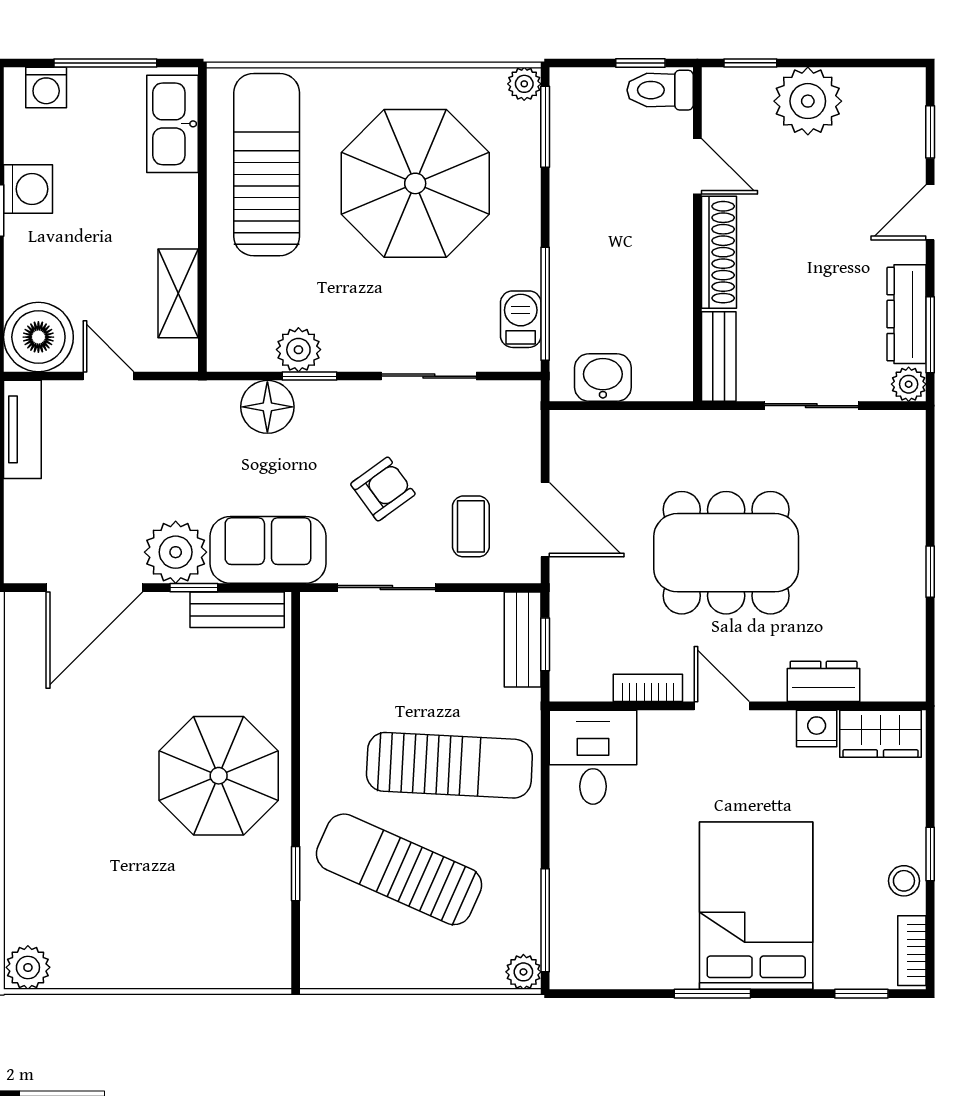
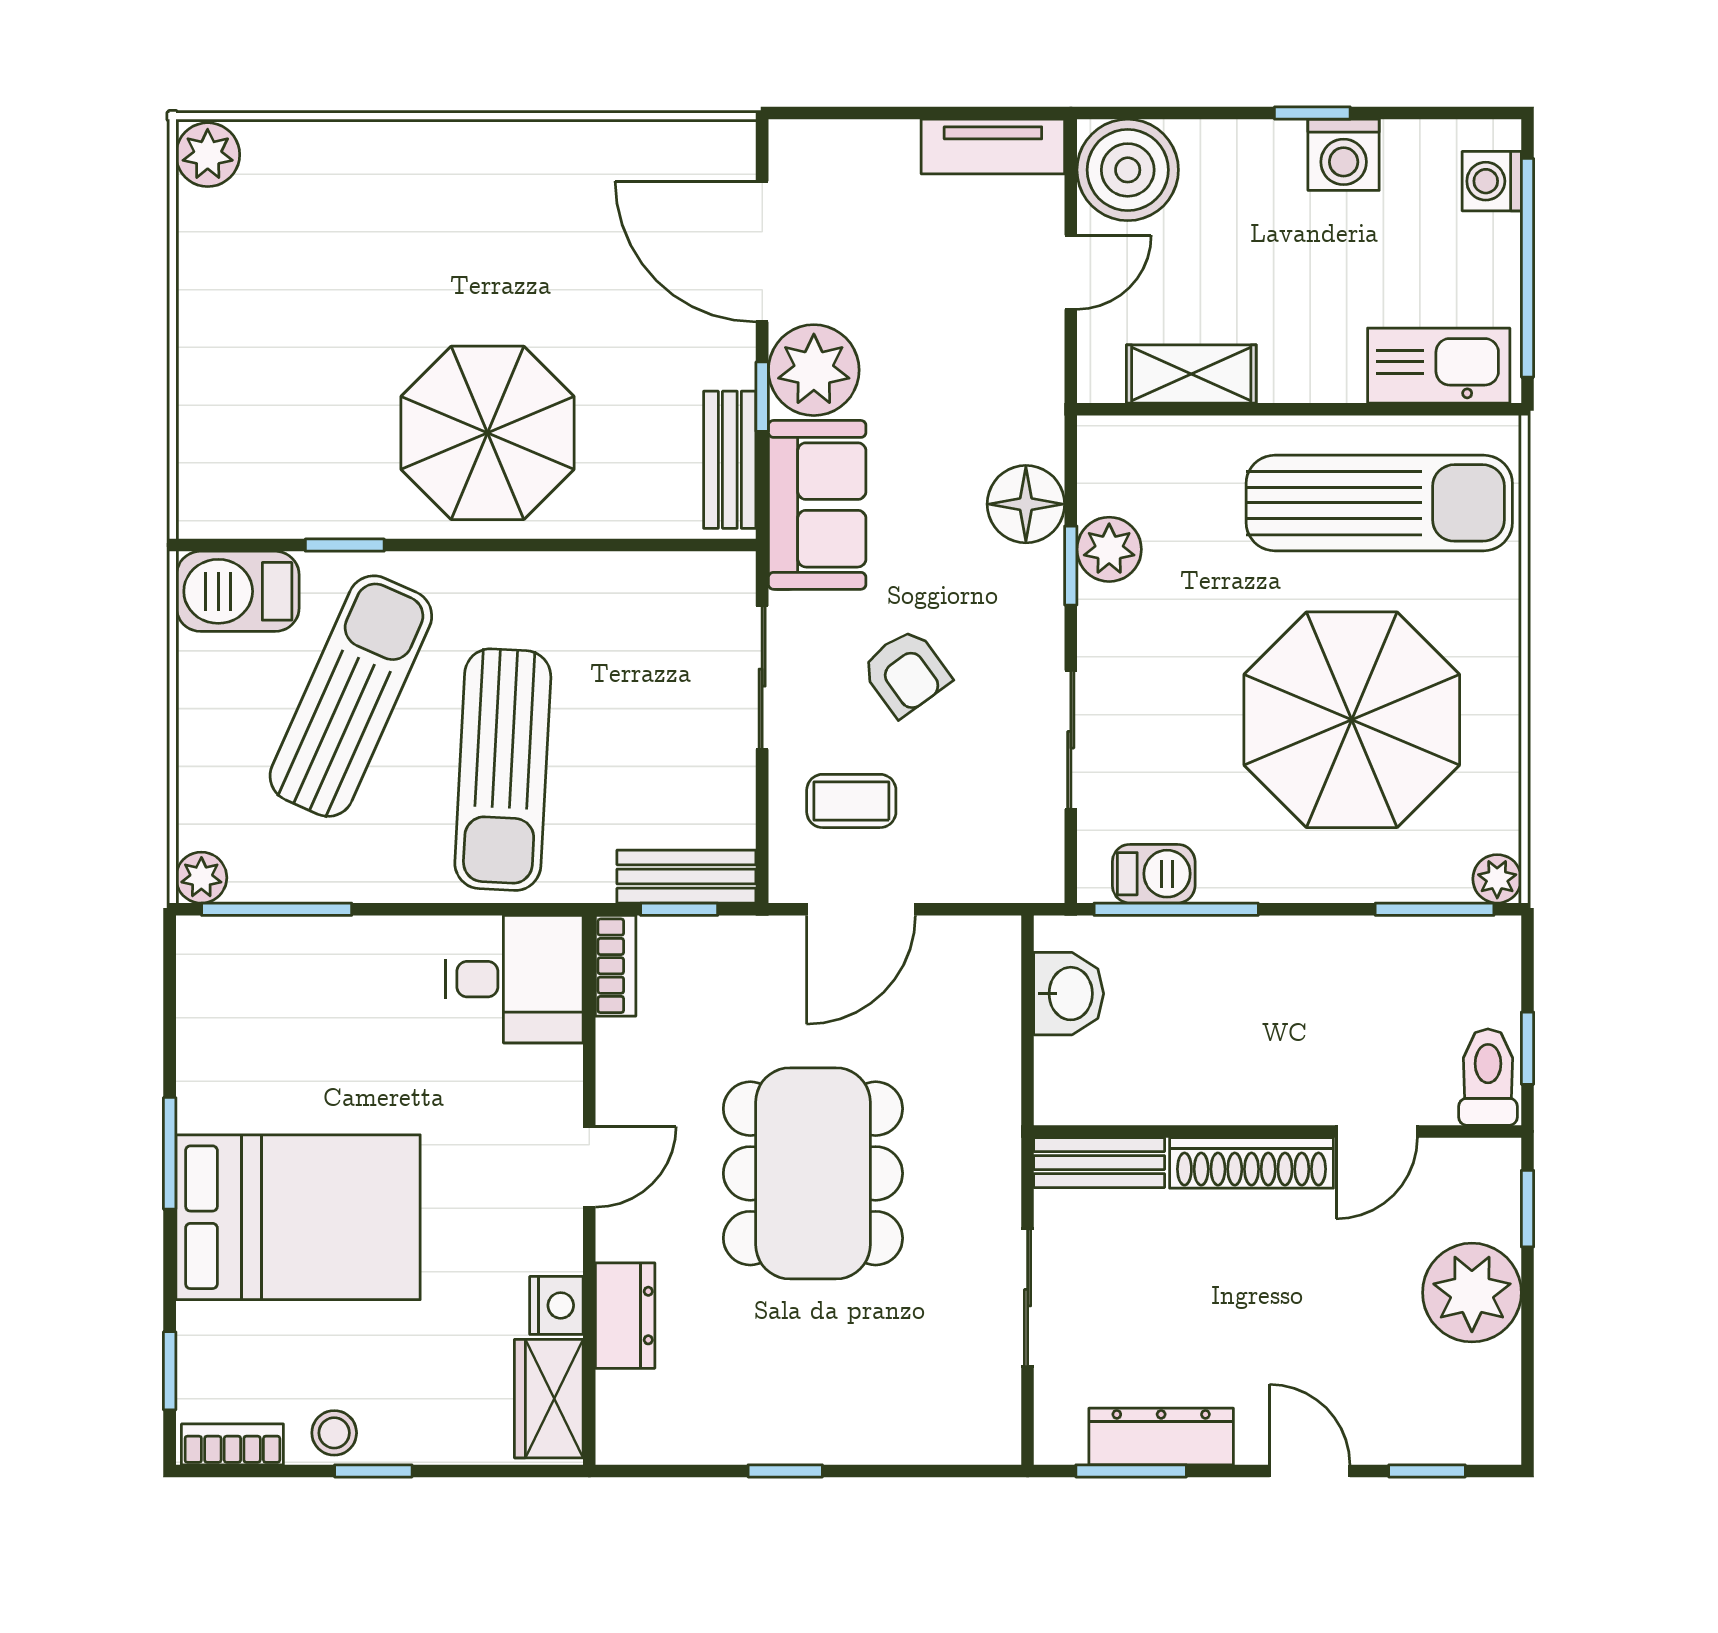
window: (105, 63) -> (1528, 268), width x1.46
plant: (909, 384) -> (1059, 1440), removed
bookcase: (648, 688) -> (616, 966), moved
barbecue: (327, 947) -> (238, 591), added

